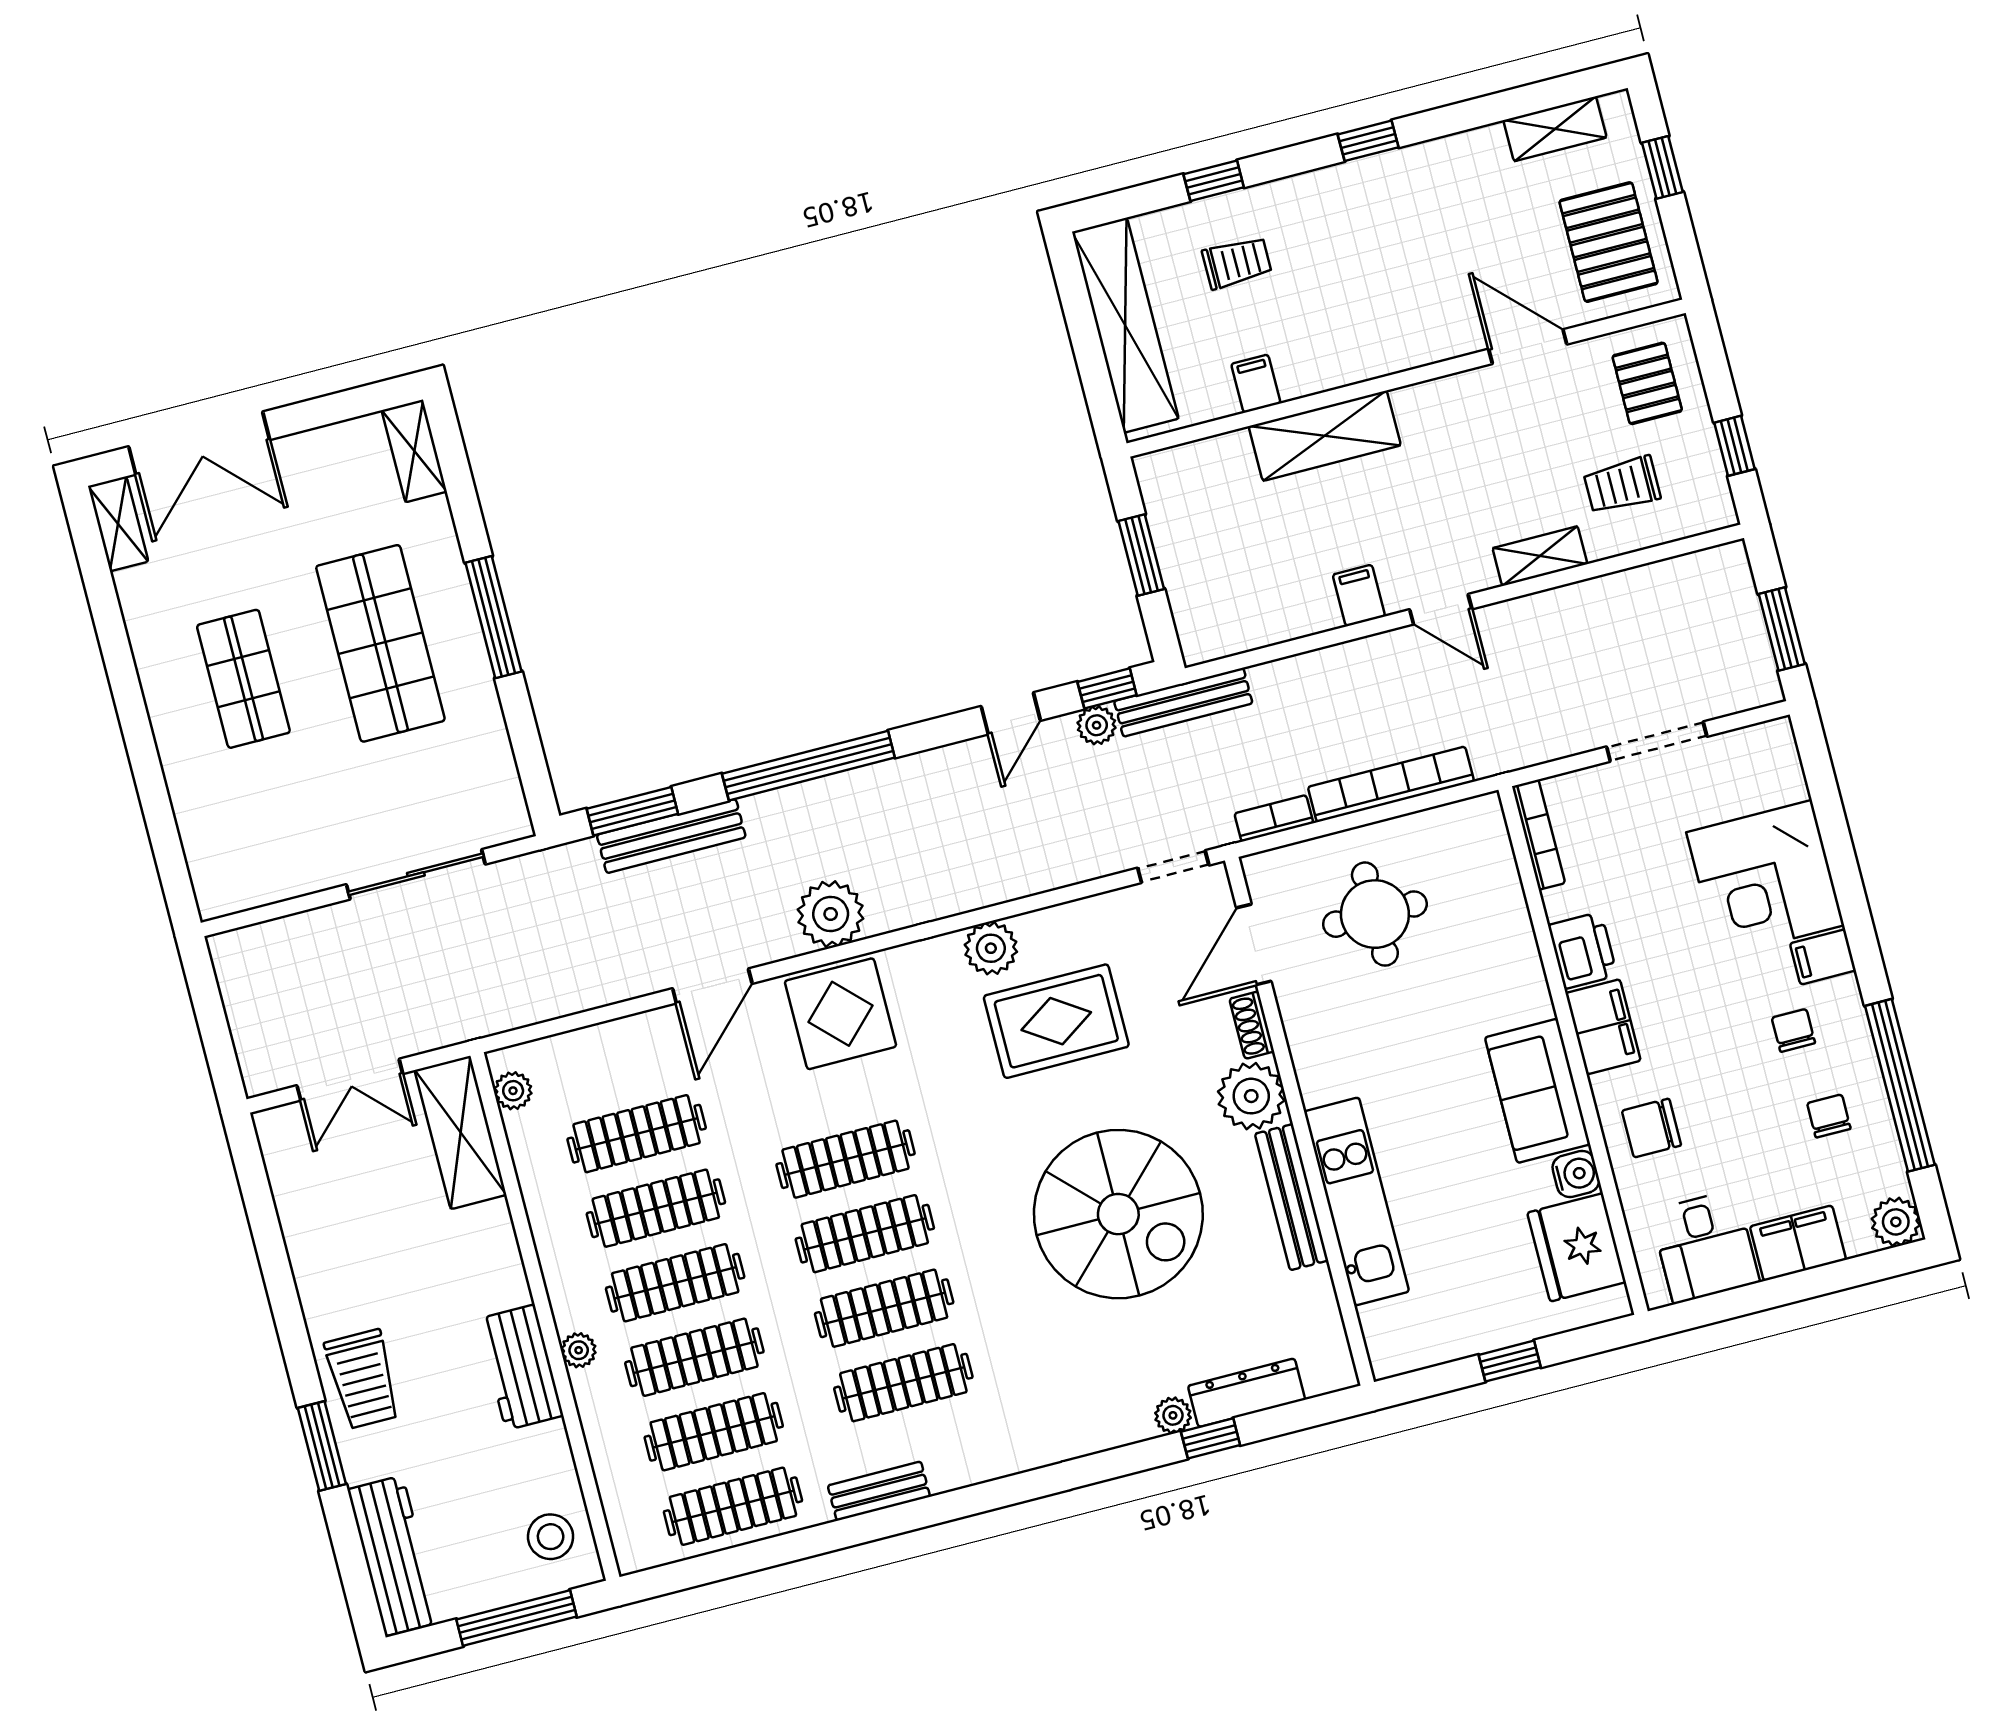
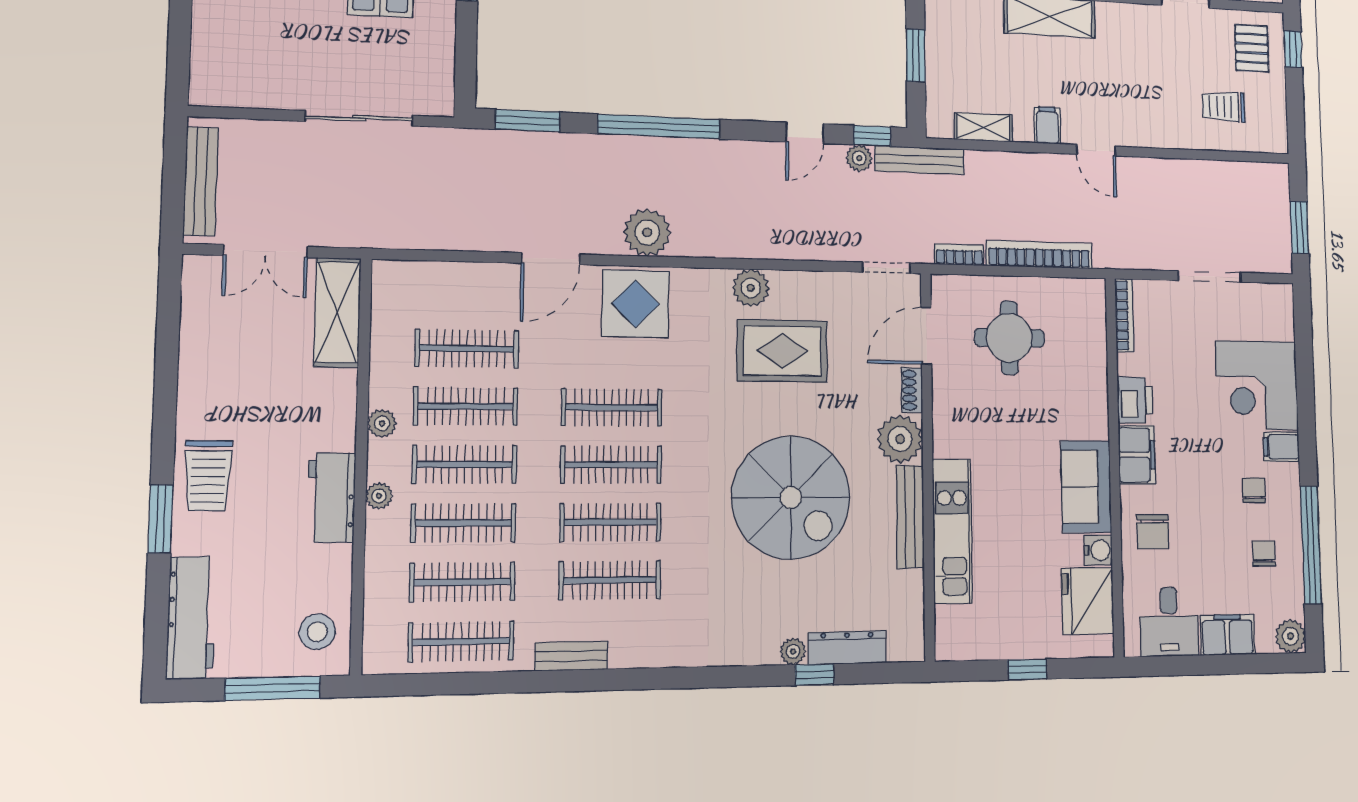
window: (1734, 446) -> (1293, 49), moved
shelving: (1540, 556) -> (983, 127), moved
bench: (671, 836) -> (201, 181), moved, turned 90
plant: (513, 1091) -> (382, 423), moved
chair: (1651, 1128) -> (1153, 532), turned -90

